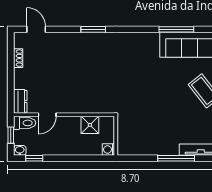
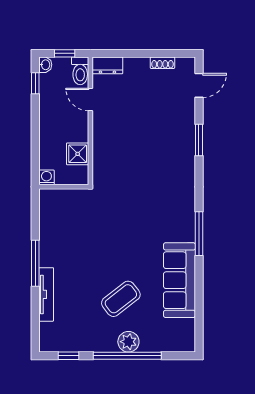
window: (93, 29) -> (199, 140), moved
window: (176, 29) -> (199, 234), moved

